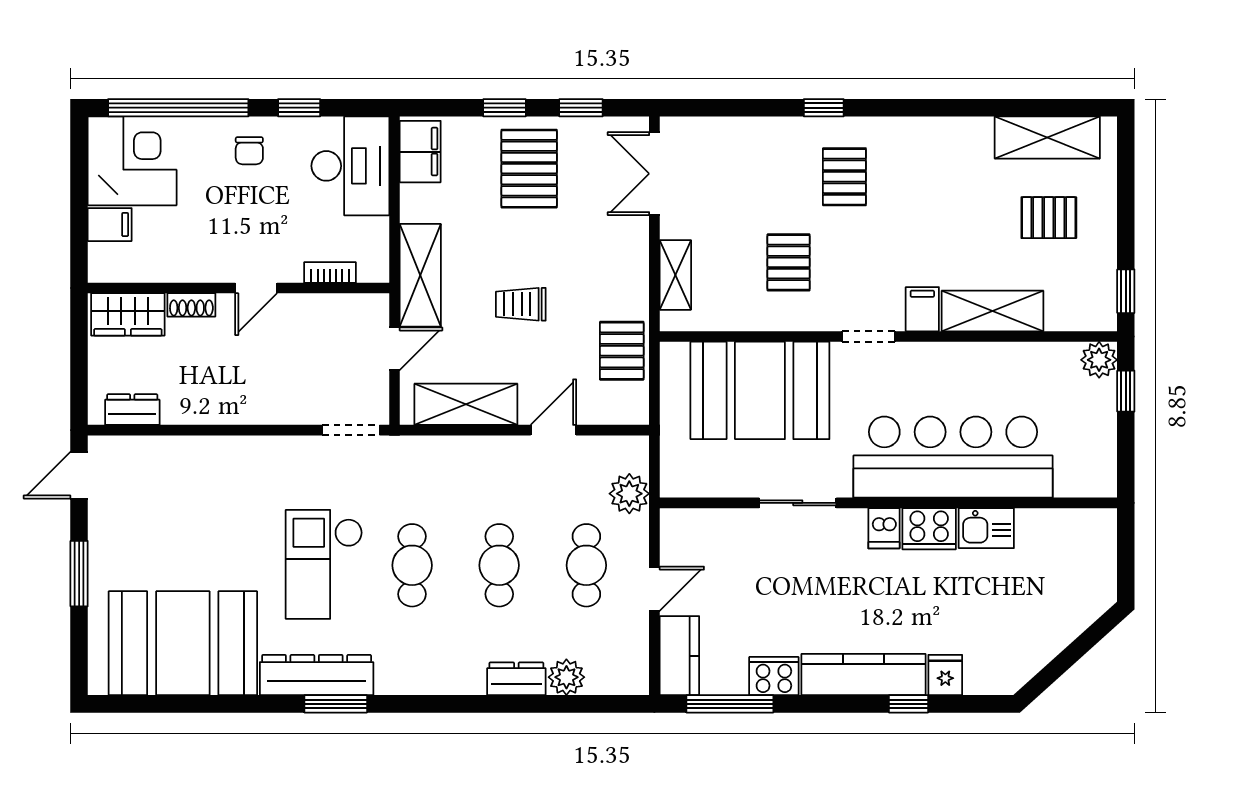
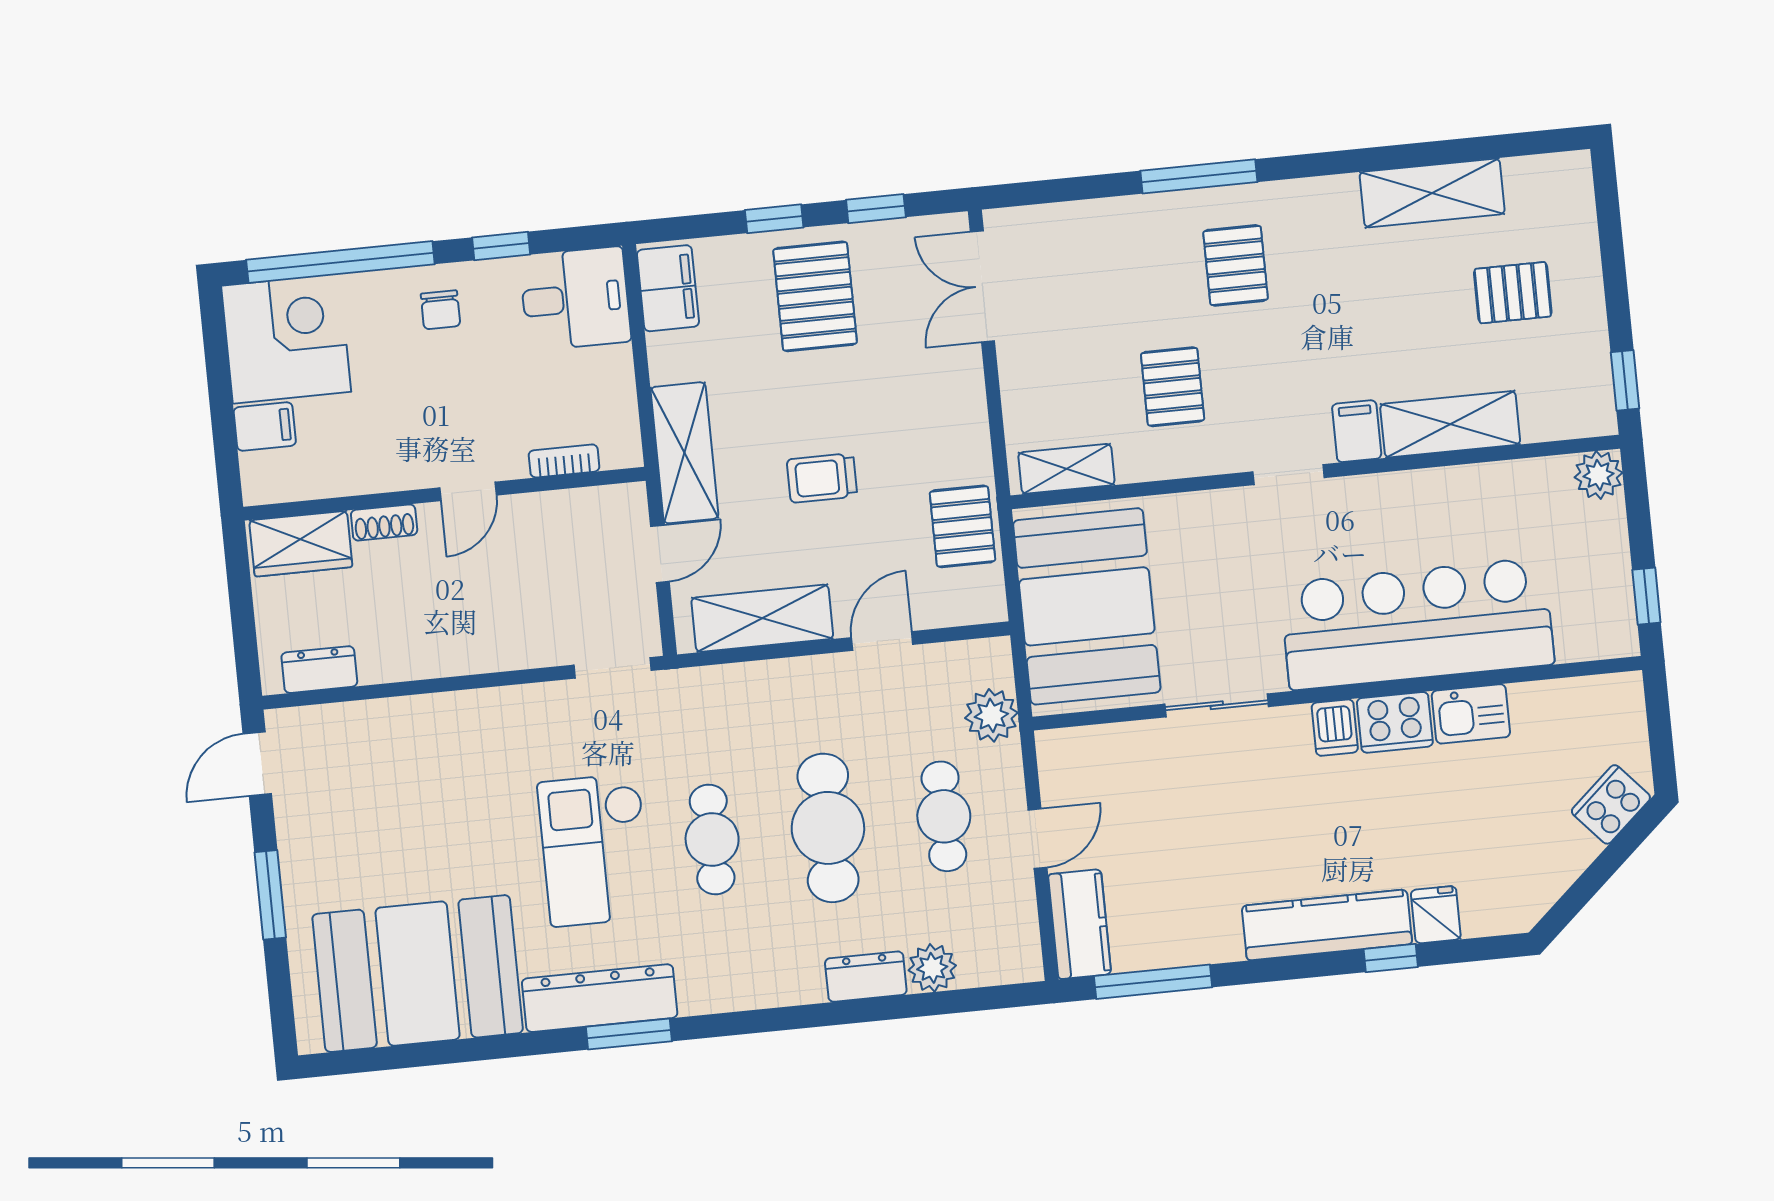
window: (824, 108) -> (1199, 176), width x2.17
shelving: (1047, 137) -> (1432, 193), moved
desk: (350, 166) -> (575, 299), width x0.73
shelving: (675, 275) -> (1066, 469), moved, turned 90
booth: (760, 390) -> (1087, 606), moved, turned 90
window: (1126, 391) -> (1646, 596), moved
cafe table: (499, 565) -> (828, 828), width x1.37, depth x1.35
cooker: (774, 676) -> (1611, 804), moved, turned -42

